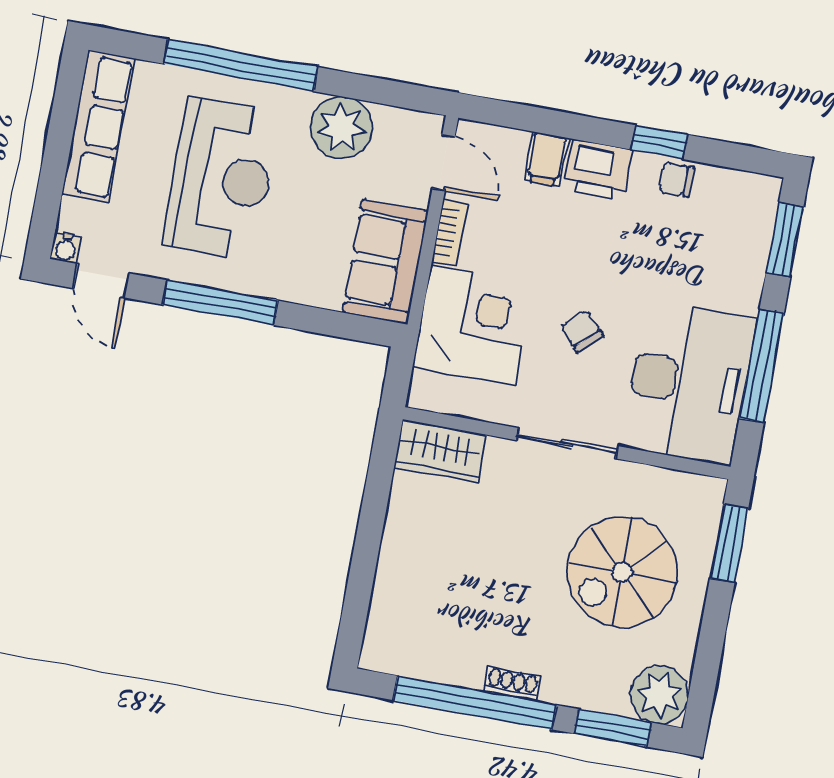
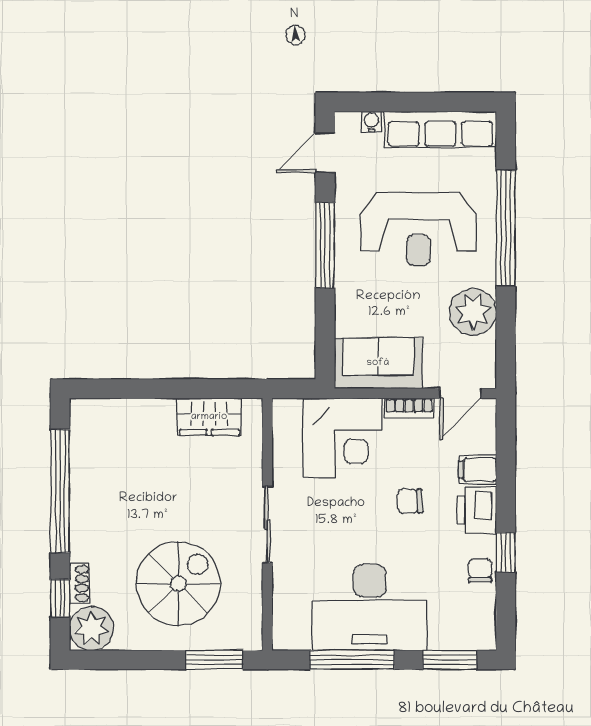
water cooler: (66, 248) -> (371, 122), moved, turned 90
chair: (582, 331) -> (410, 501), moved, turned -139
desk: (689, 383) -> (370, 607), moved
wardrobe: (440, 451) -> (209, 417), moved, turned -90
spiral stairs: (622, 572) -> (178, 584), turned 90
shoe rack: (512, 684) -> (79, 584), moved
window: (613, 728) -> (60, 598), width x0.67

